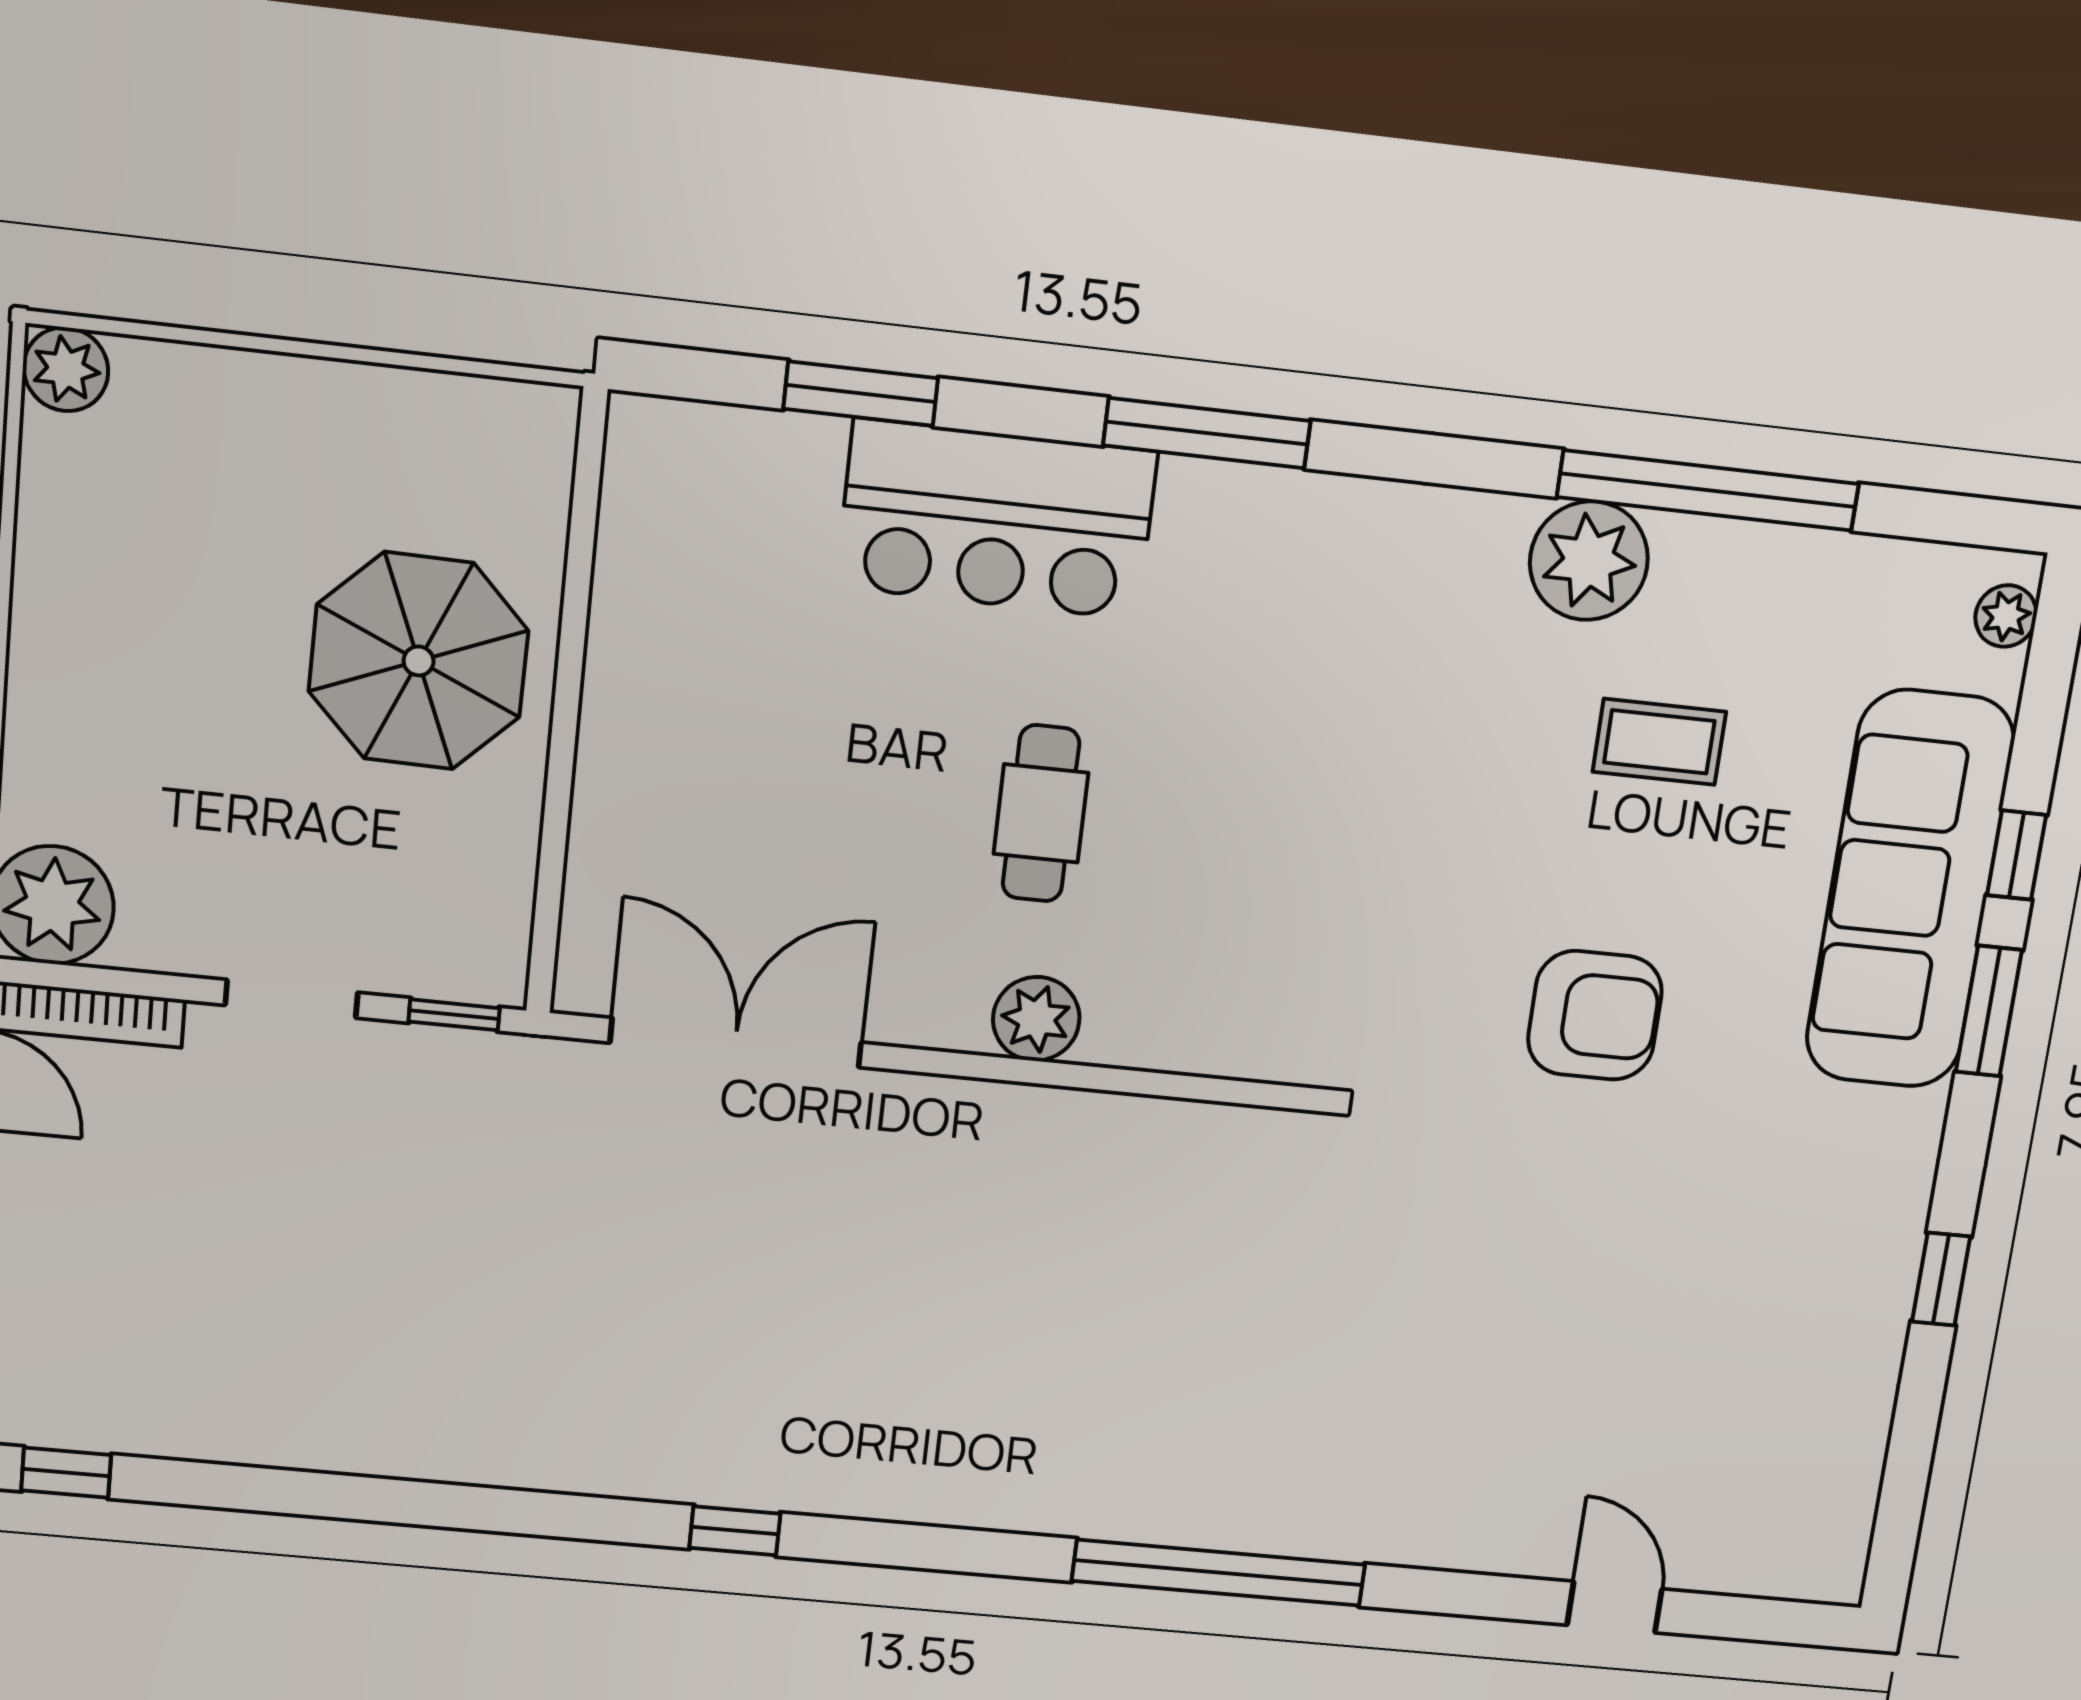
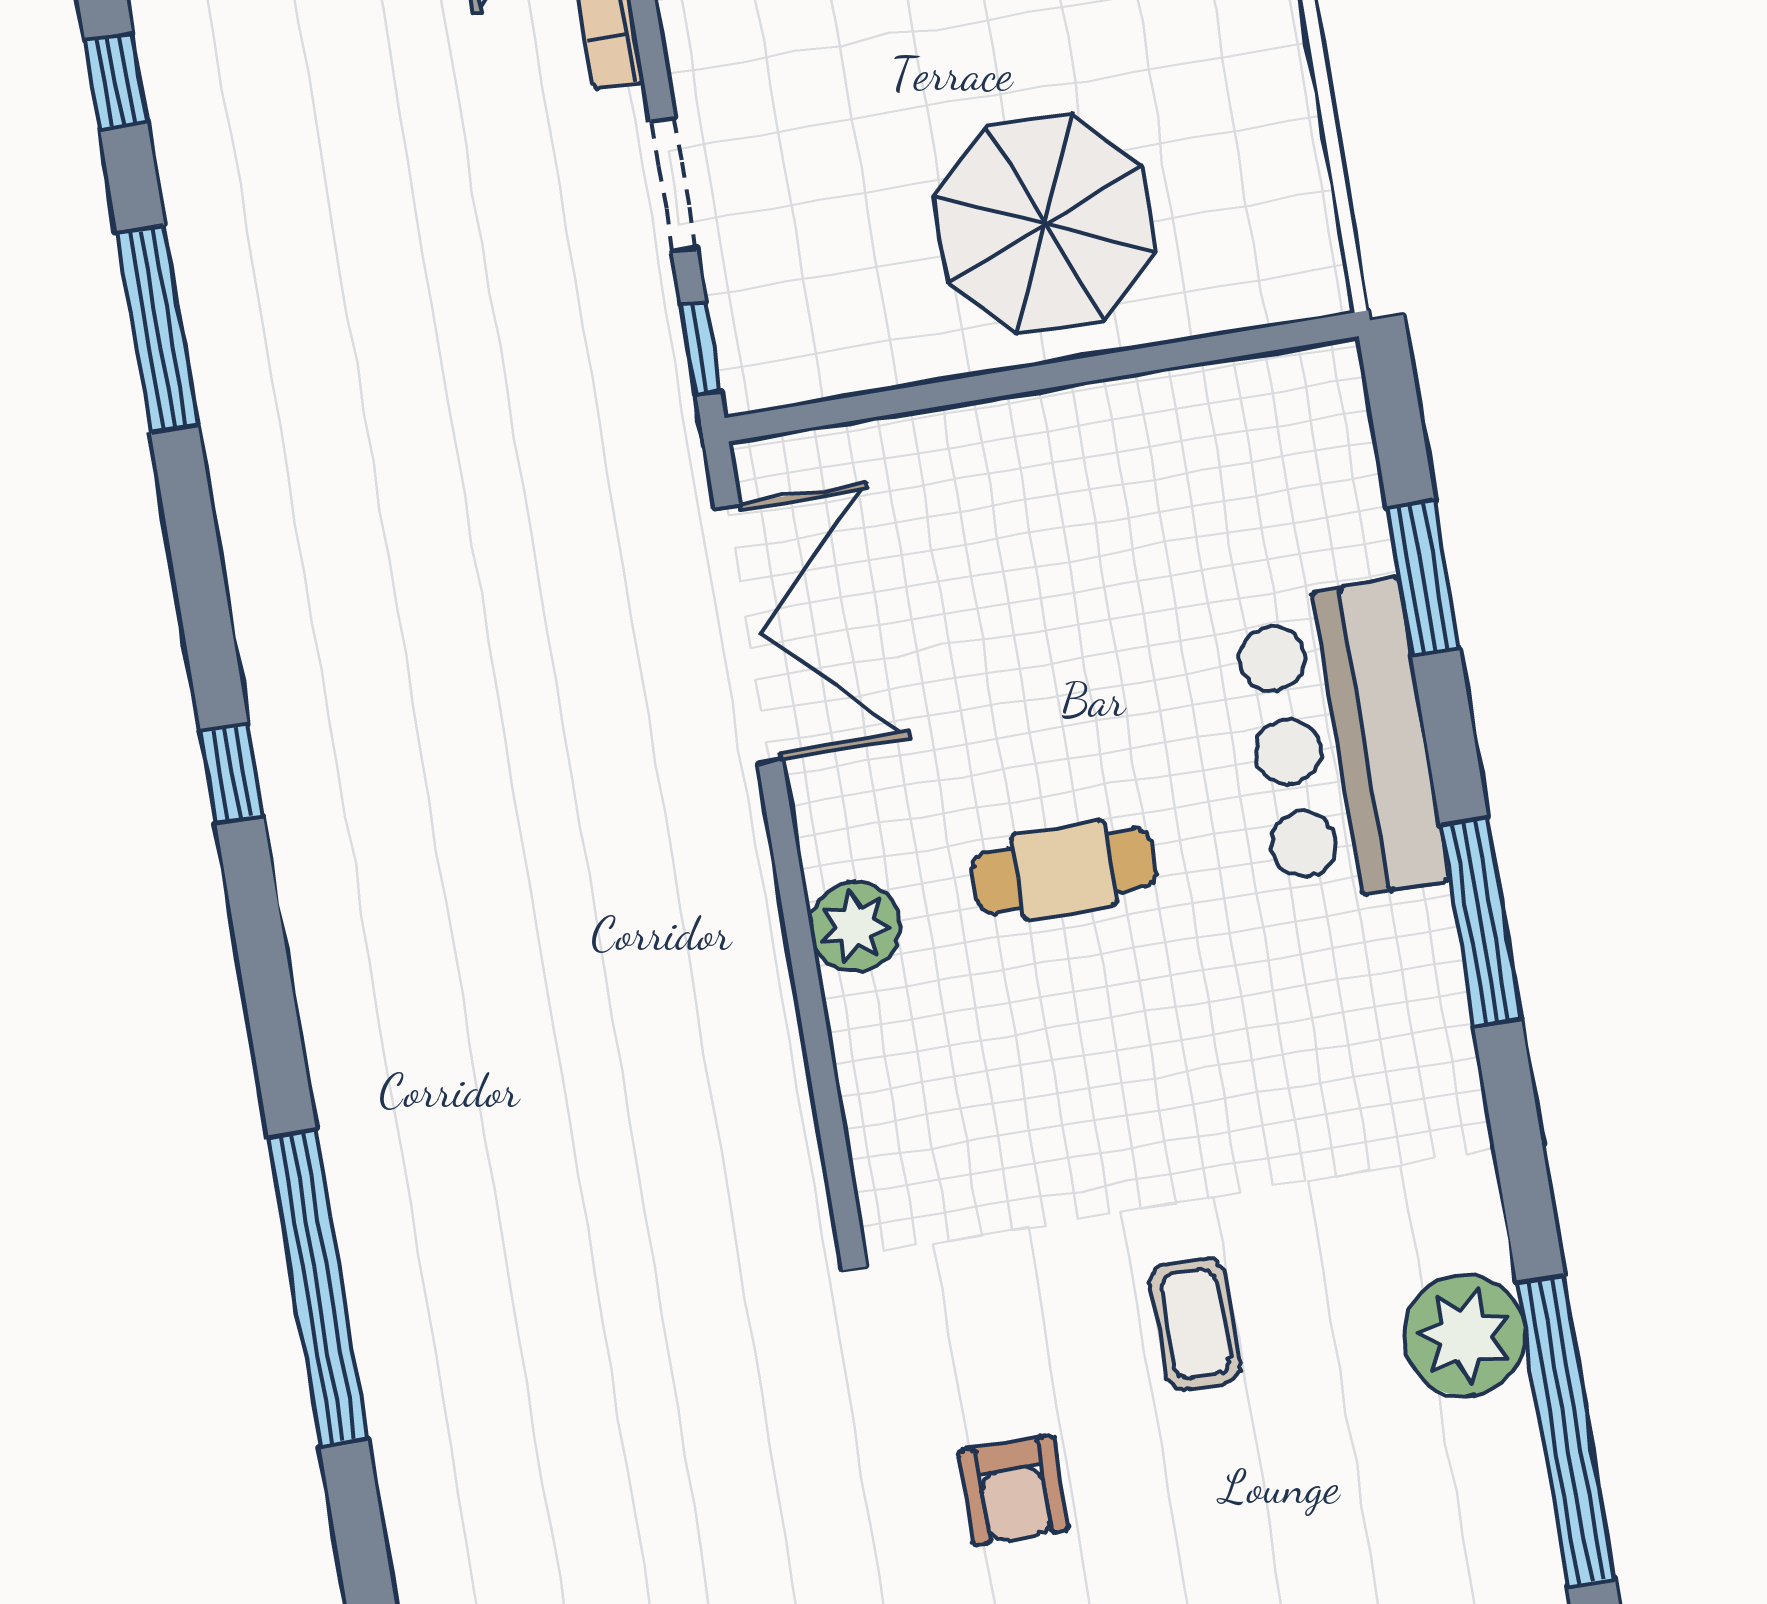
coffee table: (1659, 742) -> (1195, 1324), moved
armchair: (1595, 1015) -> (1014, 1490), width x0.72, depth x0.72
window: (307, 1494) -> (158, 328), added

